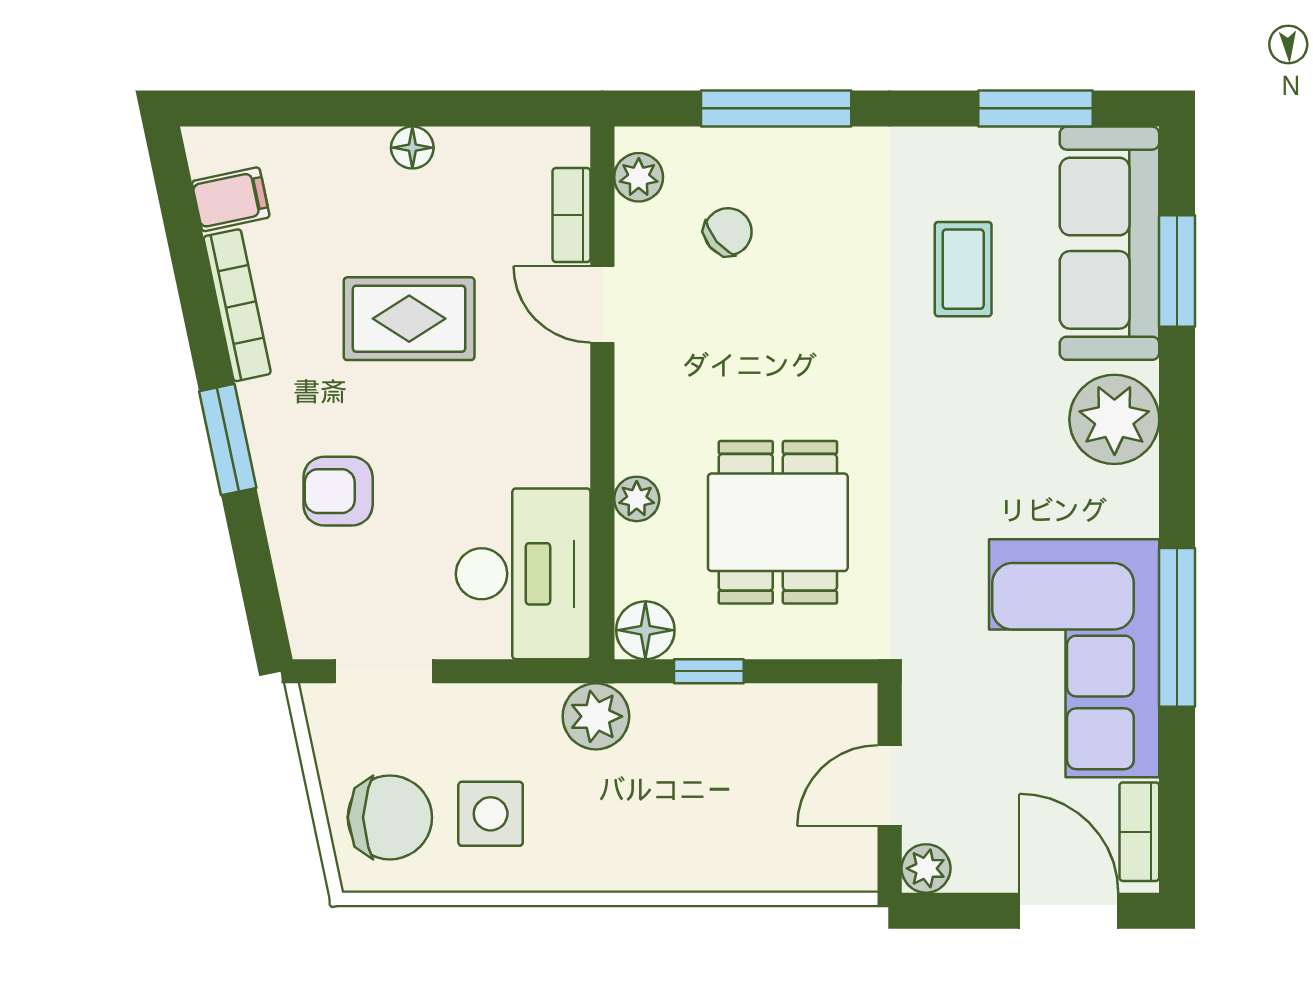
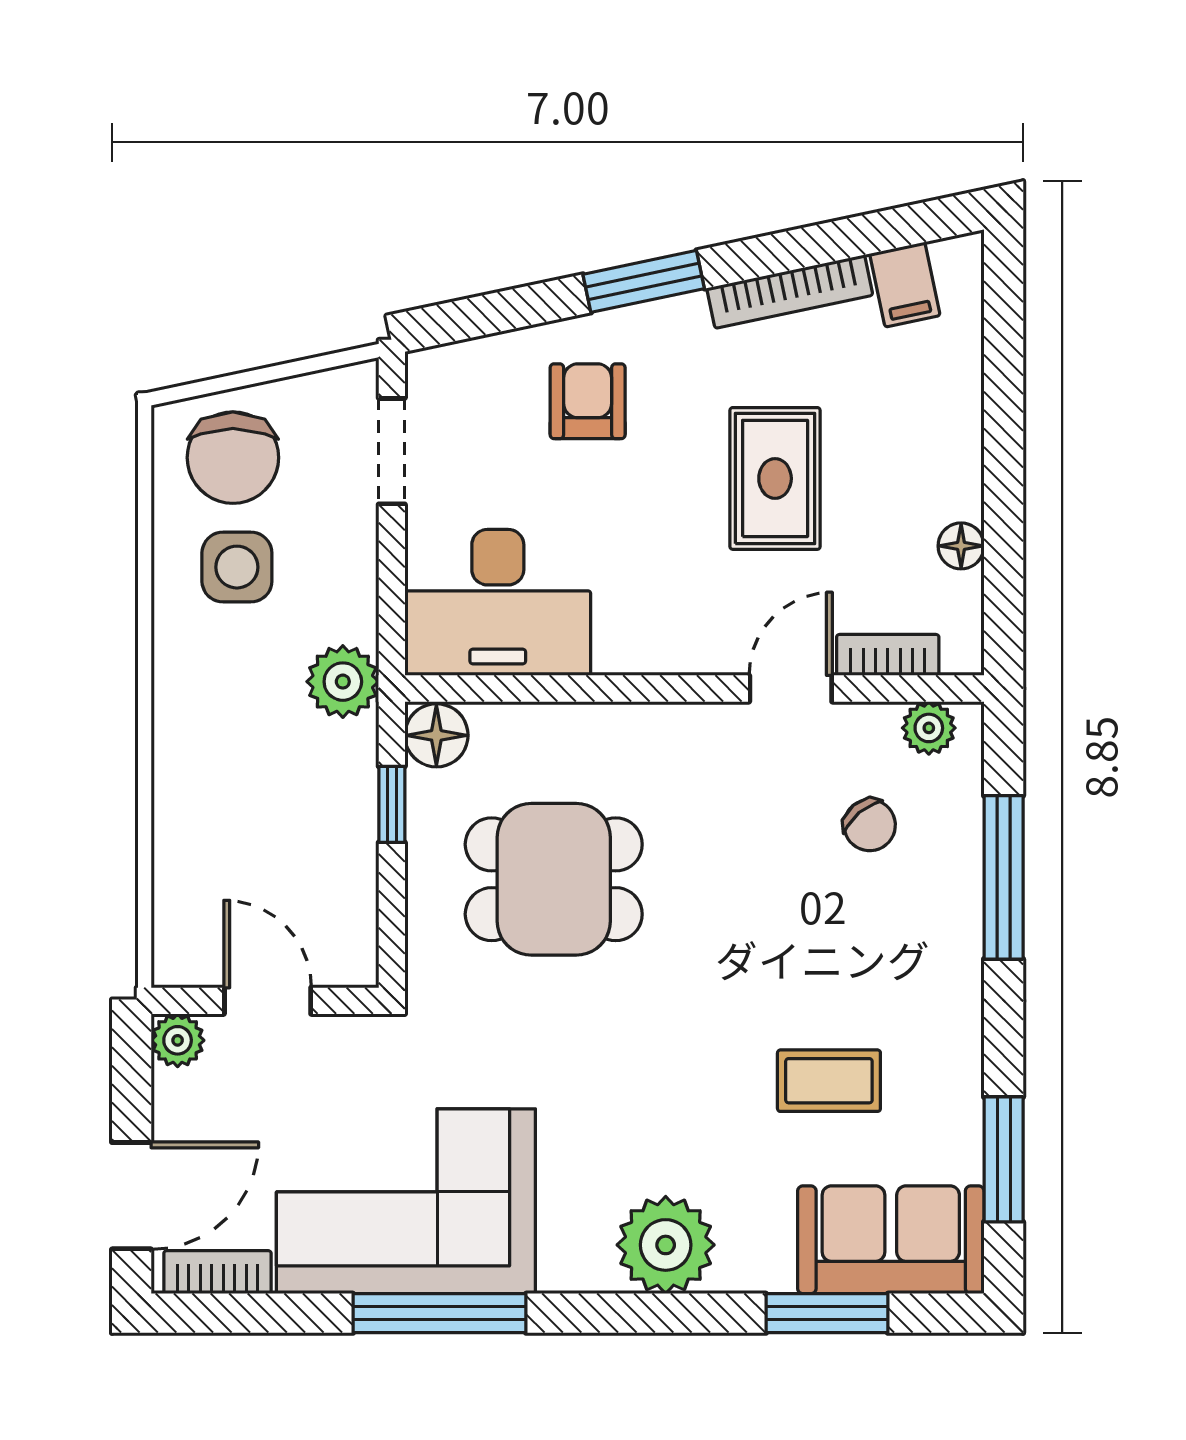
floor lamp: (412, 148) -> (961, 546), moved
sofa: (1109, 243) -> (891, 1240), width x0.73
plant: (637, 499) -> (579, 726), removed

